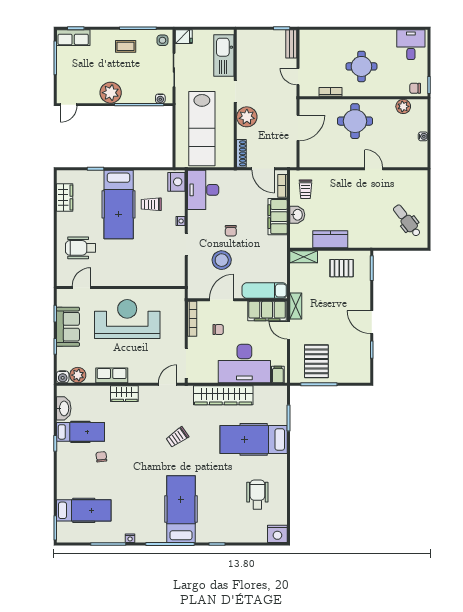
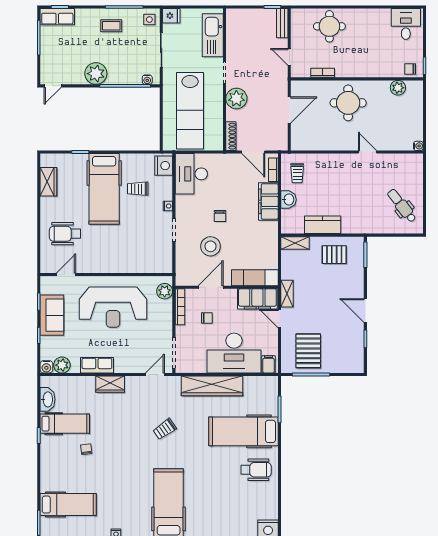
round table: (361, 66) -> (329, 26), moved
water cooler: (423, 136) -> (418, 146), moved
plant: (177, 304) -> (165, 291), added
reception desk: (127, 319) -> (113, 307), turned 180
wheelchair: (257, 494) -> (256, 470), moved, turned 90

